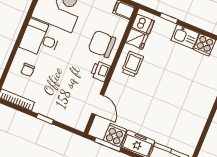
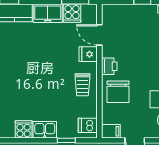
fridge: (137, 39) -> (88, 54), moved
chair: (102, 44) -> (118, 92), turned 90

